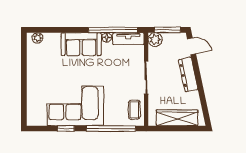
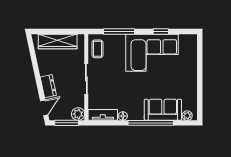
window: (113, 30) -> (151, 123), moved
sofa: (81, 44) -> (163, 110), moved
door: (192, 46) -> (44, 108), swing flipped
dresser: (188, 74) -> (48, 86), width x0.70
window: (111, 128) -> (119, 32), width x0.68

